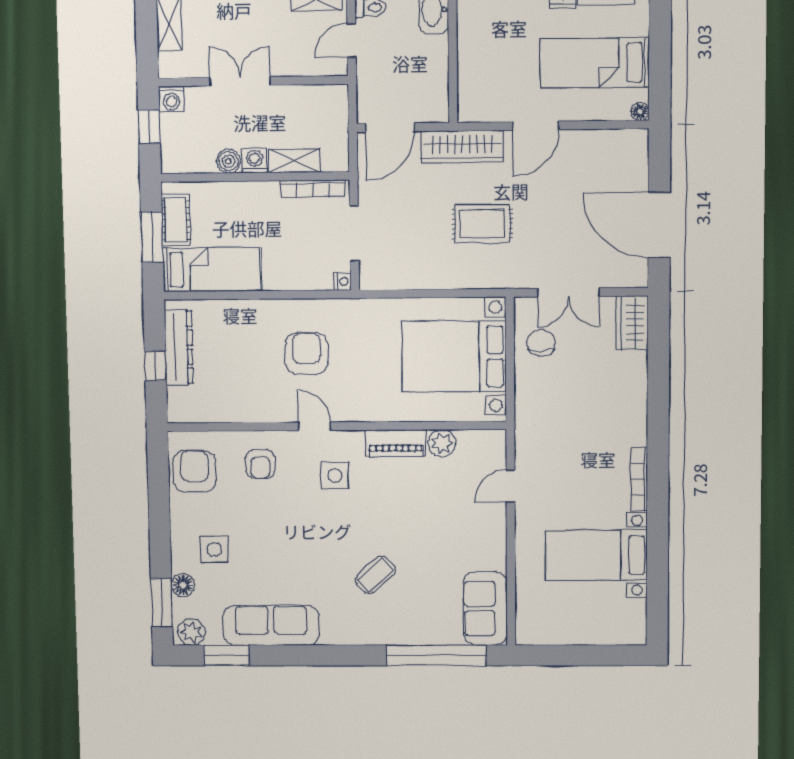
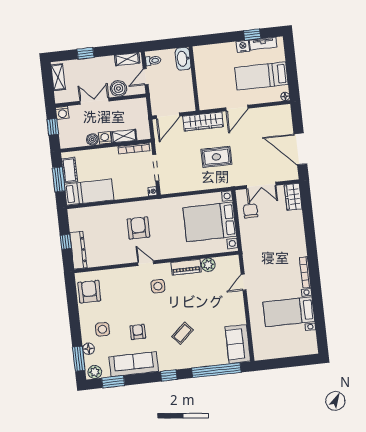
boiler: (293, 60) -> (119, 88), added
dresser: (179, 347) -> (78, 250), moved
armchair: (260, 464) -> (138, 332), moved, turned 180
window: (339, 655) -> (169, 376), added

